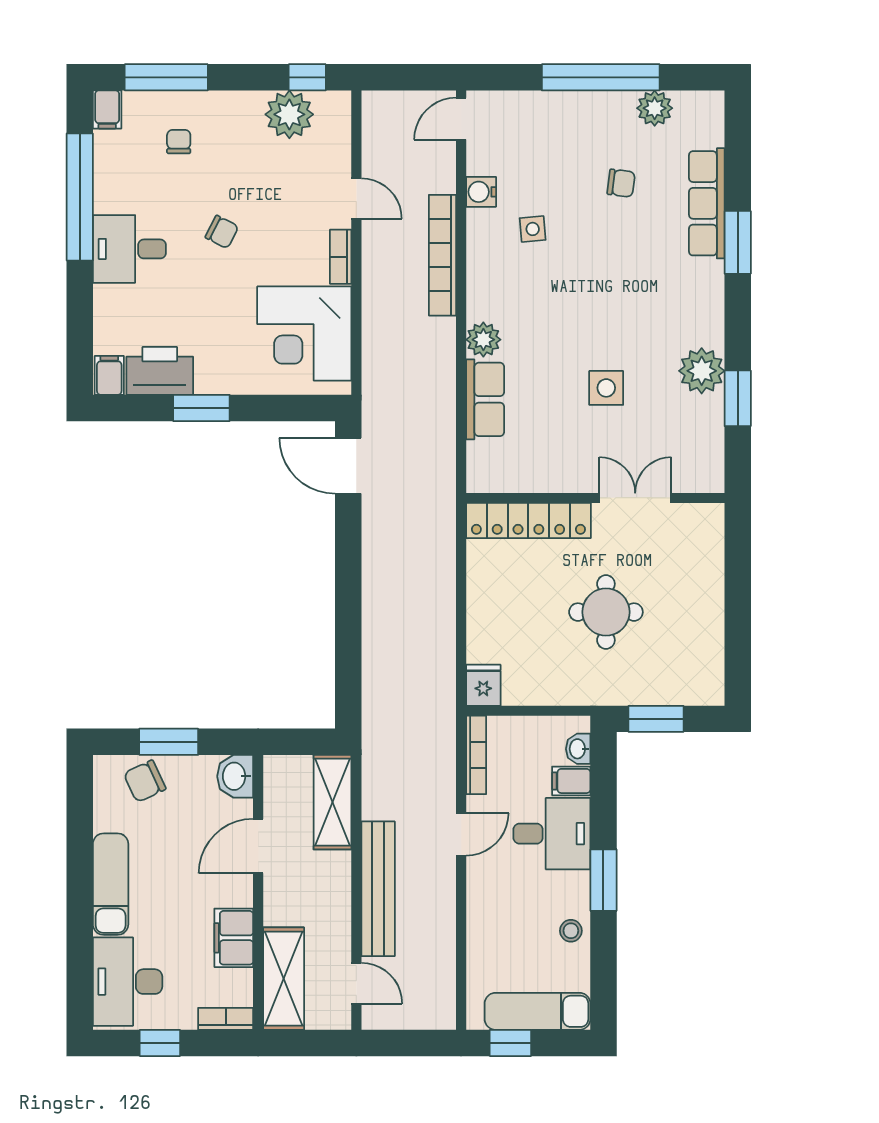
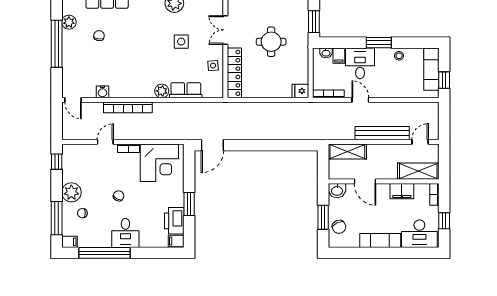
plant: (289, 114) -> (71, 192), moved
side table: (533, 229) -> (213, 66), moved

